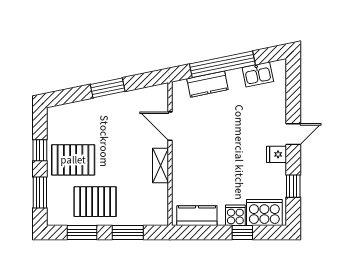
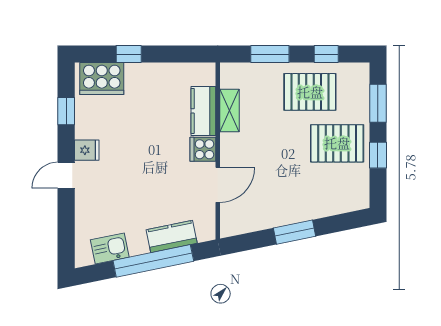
door: (170, 126) -> (218, 185), hinge flipped
shelving: (160, 165) -> (230, 111), moved
cooker: (235, 215) -> (203, 149), moved, turned 90
kitchen counter: (197, 216) -> (203, 111), moved, turned 90
window: (82, 232) -> (326, 54), width x0.67

